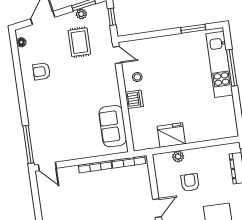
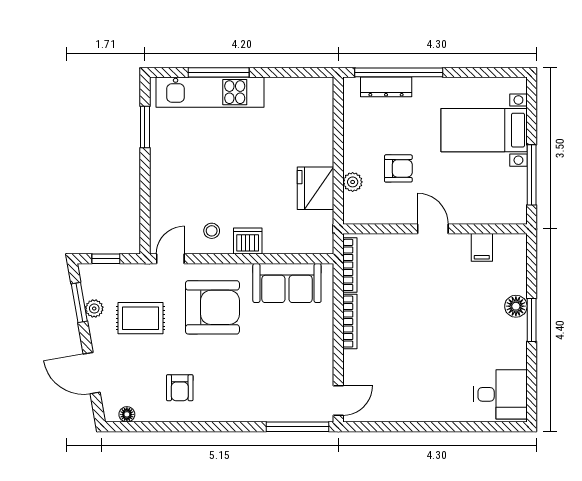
armchair: (92, 84) -> (212, 307), added
armchair: (190, 182) -> (398, 168), turned 180

